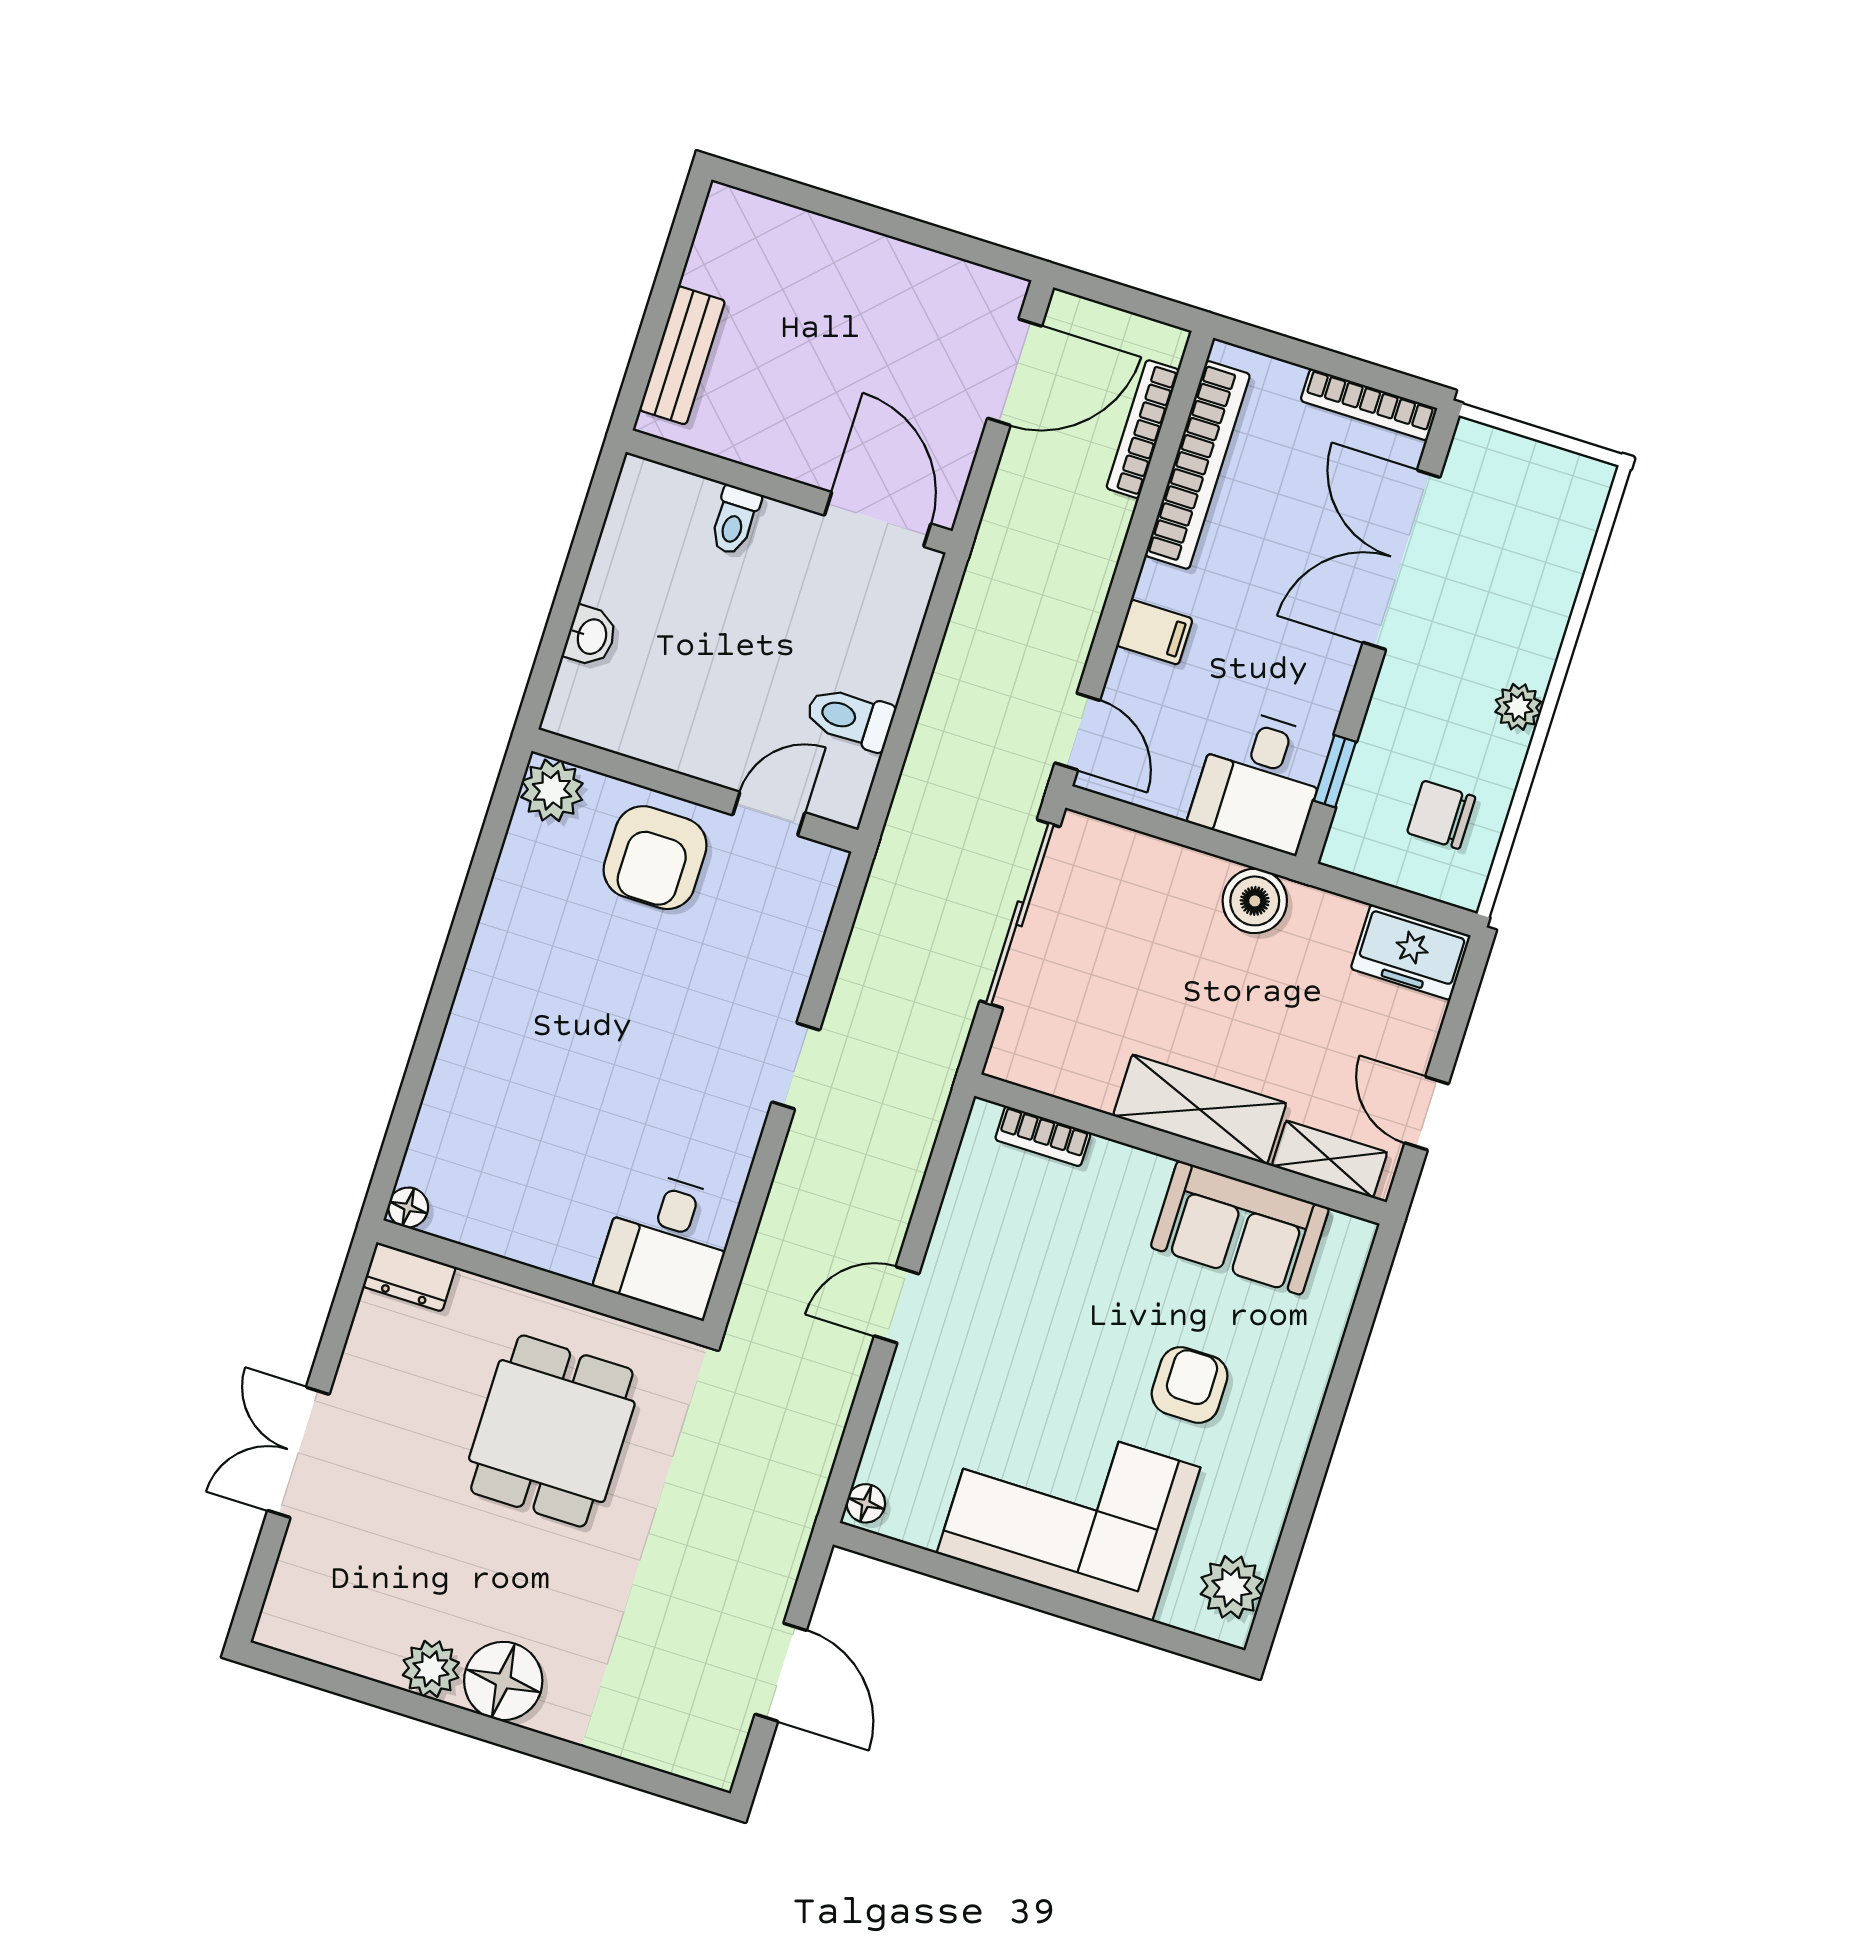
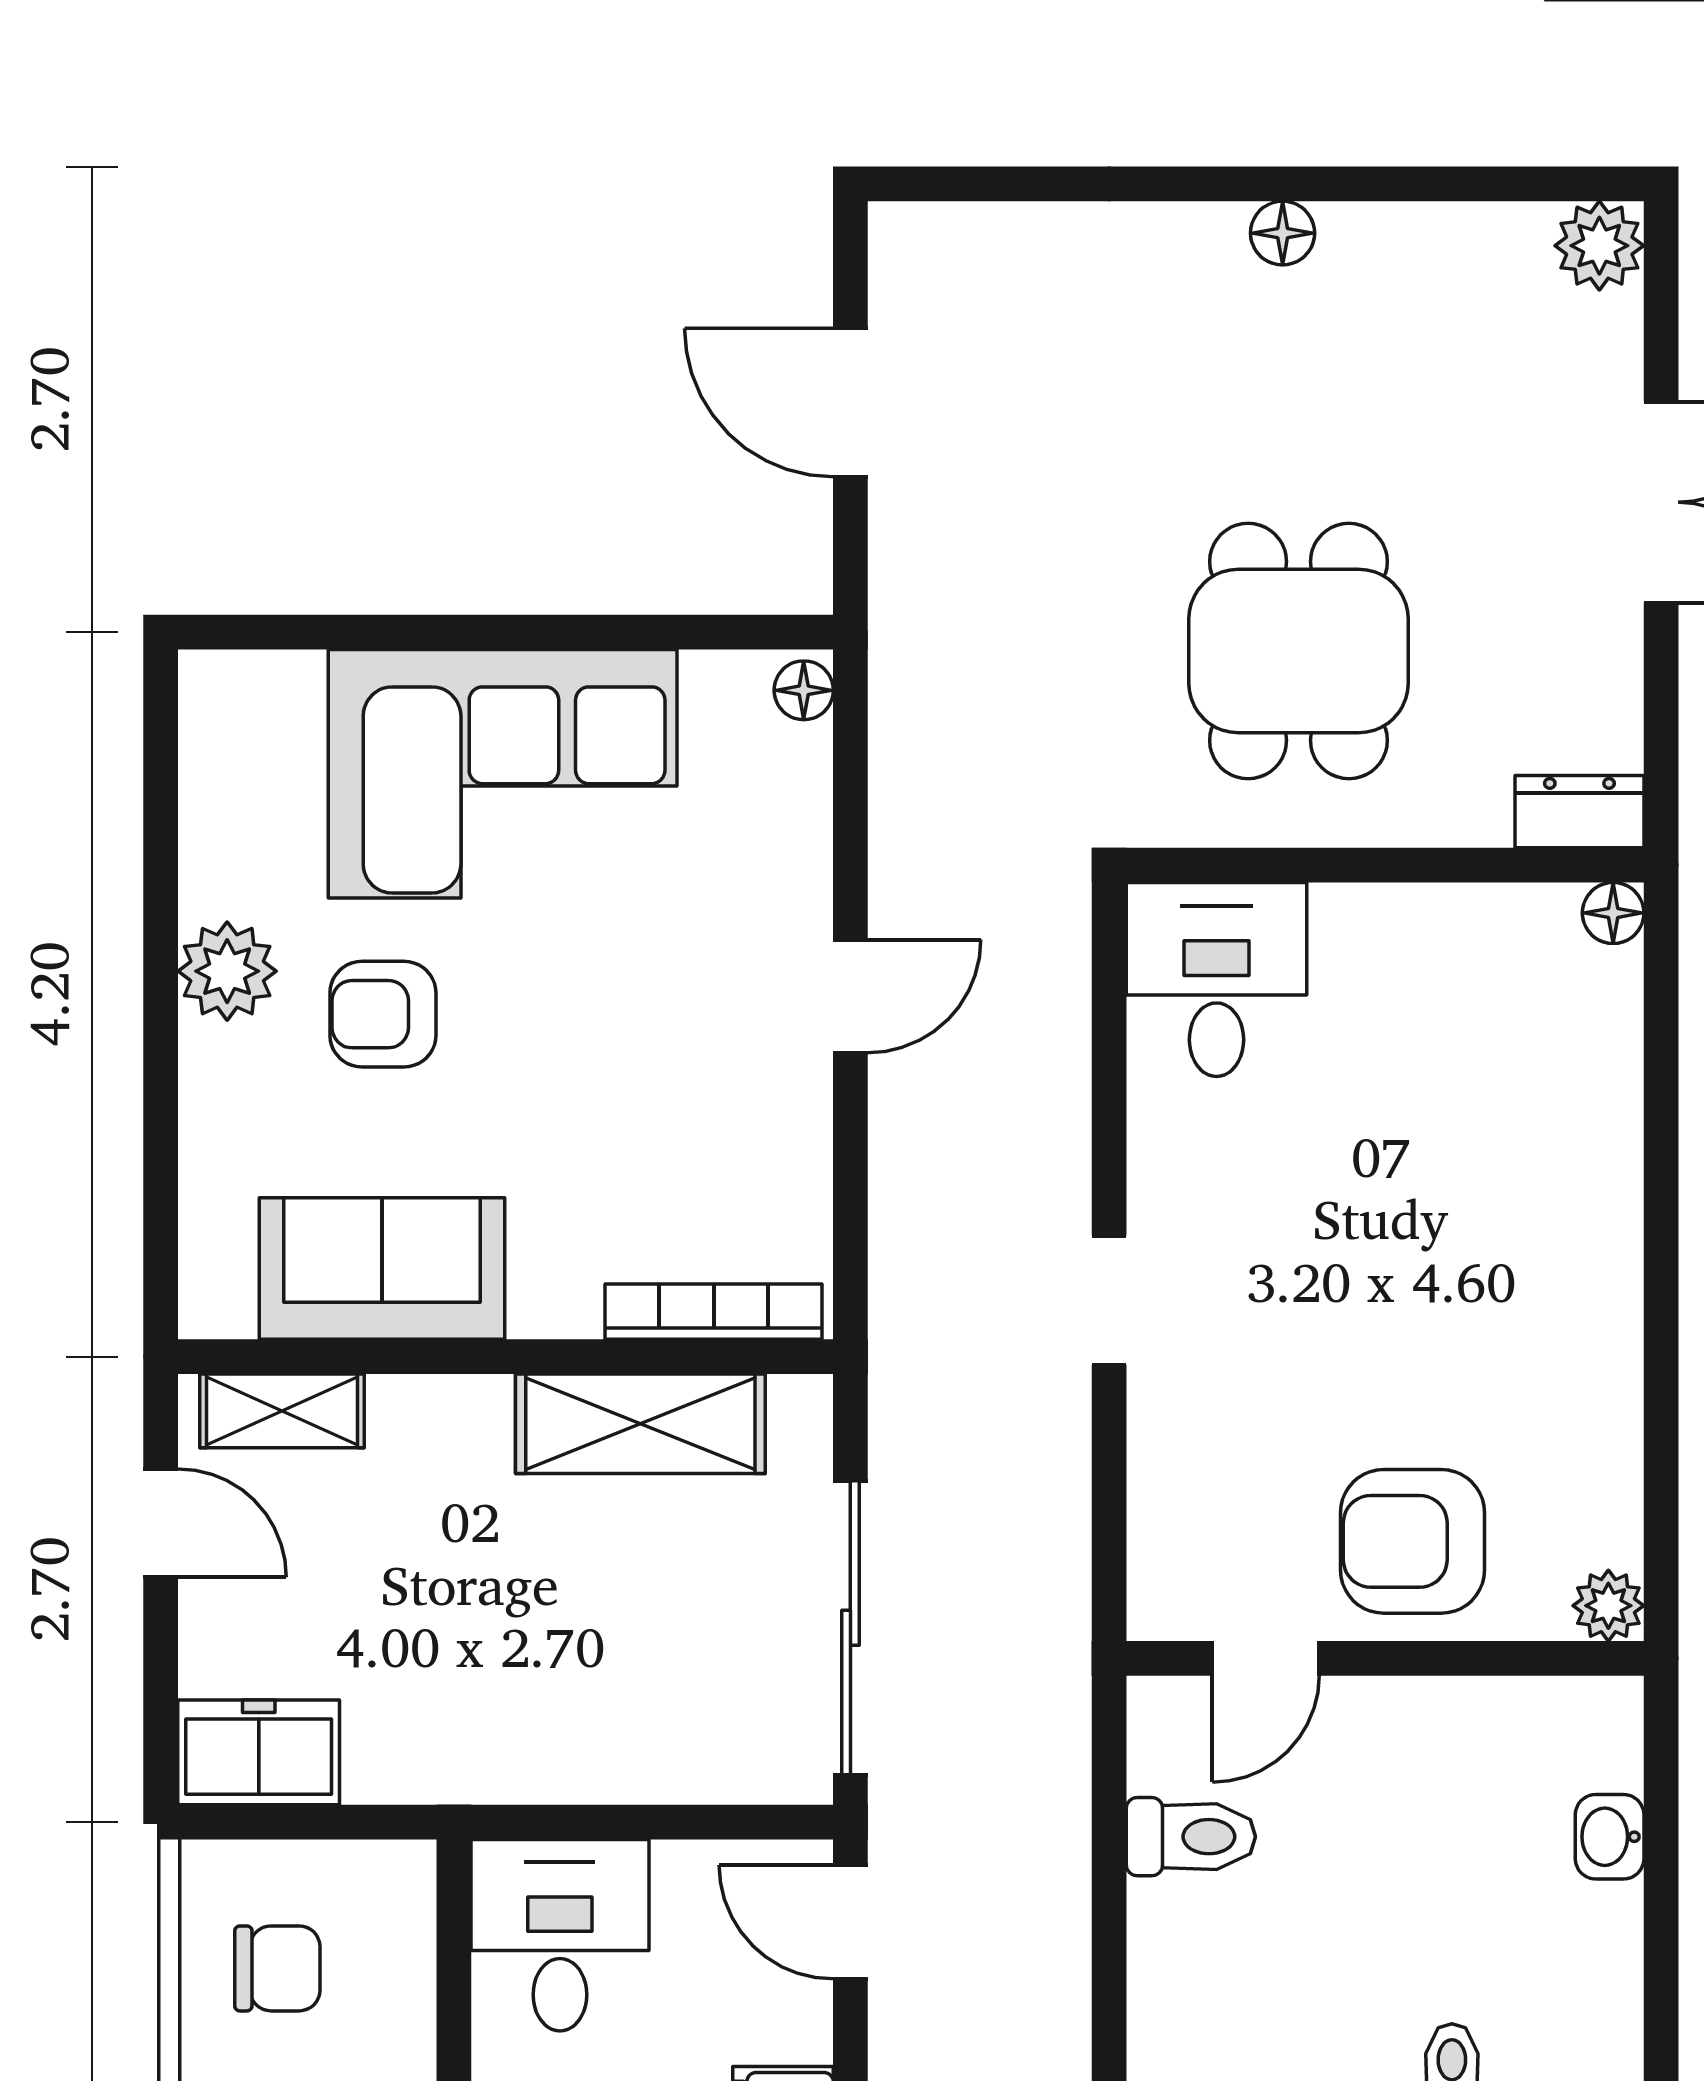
window: (1335, 771) -> (454, 1983), removed
plant: (552, 790) -> (1608, 1606), width x0.73, depth x0.73
armchair: (655, 858) -> (1413, 1541), turned -90
boiler: (1255, 901) -> (511, 1755), removed
shelving: (1200, 1109) -> (640, 1424), moved
bookcase: (1043, 1136) -> (714, 1312), width x1.56
armchair: (1190, 1385) -> (383, 1014), turned 90
plant: (1232, 1587) -> (227, 971), moved
plant: (431, 1669) -> (1599, 246), moved
floor lamp: (503, 1681) -> (1283, 233), width x0.53, depth x0.53

